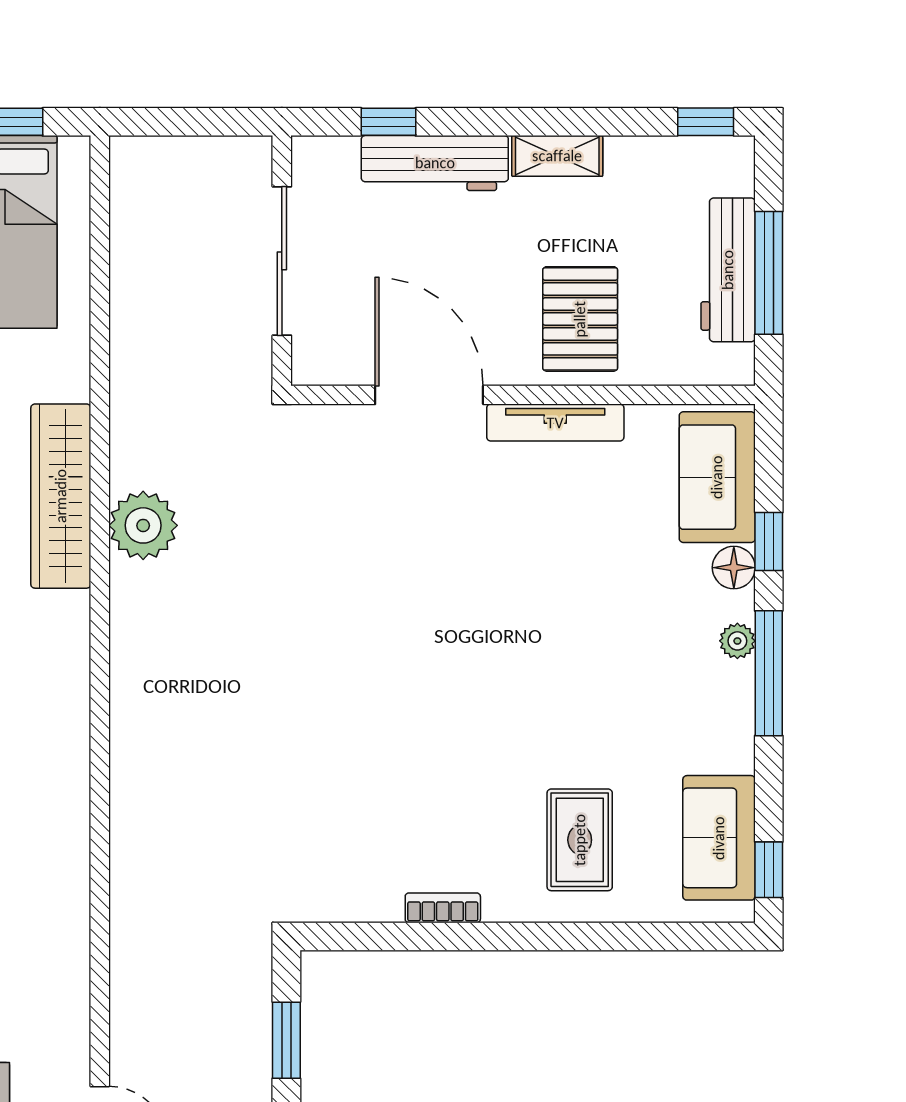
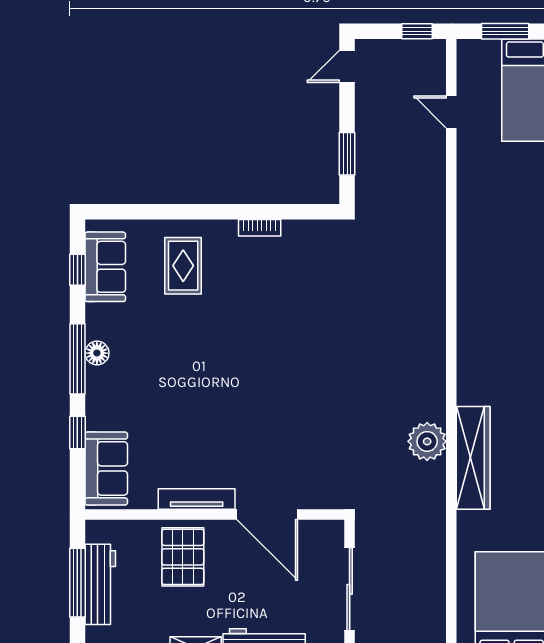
floor lamp: (734, 568) -> (97, 353), moved
plant: (737, 641) -> (95, 377), removed
window: (769, 870) -> (77, 270), moved

